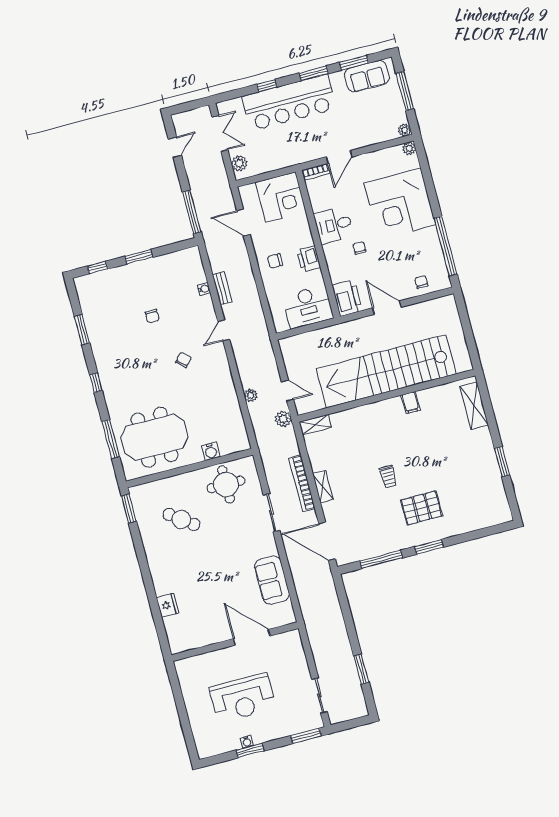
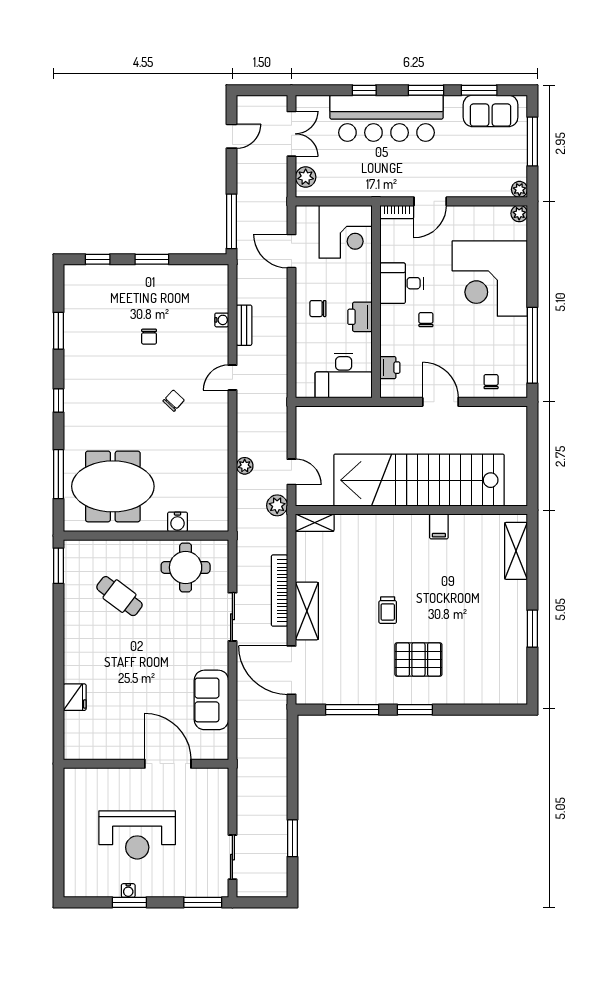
printer: (347, 298) -> (390, 368), width x0.53, depth x0.68
shelving: (323, 487) -> (307, 611), width x1.50, depth x1.33

